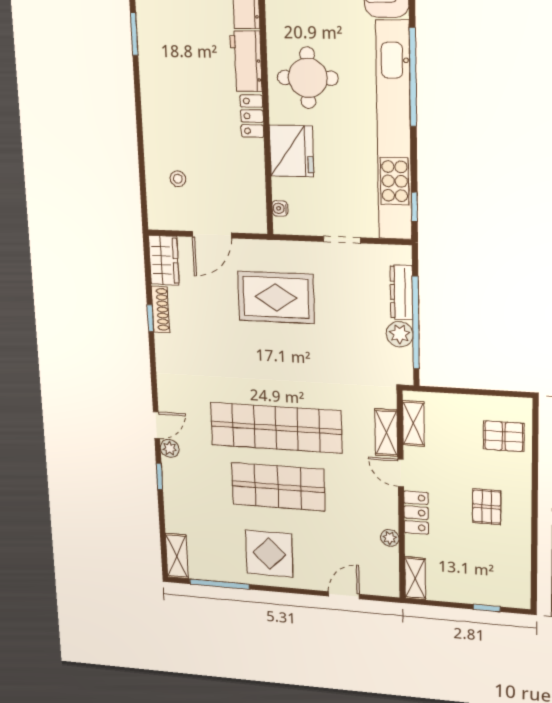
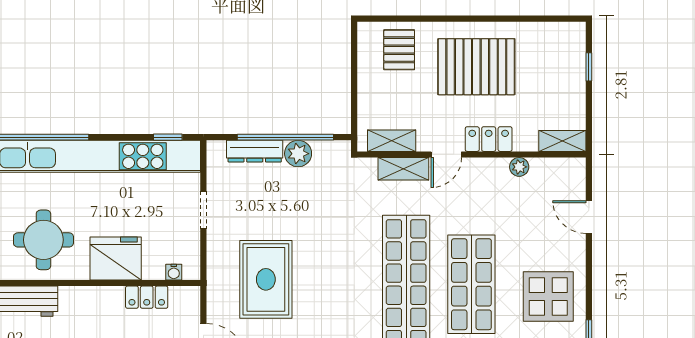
locker: (252, 116) -> (147, 297), moved
pallet: (487, 507) -> (476, 67), width x2.05, depth x2.00

